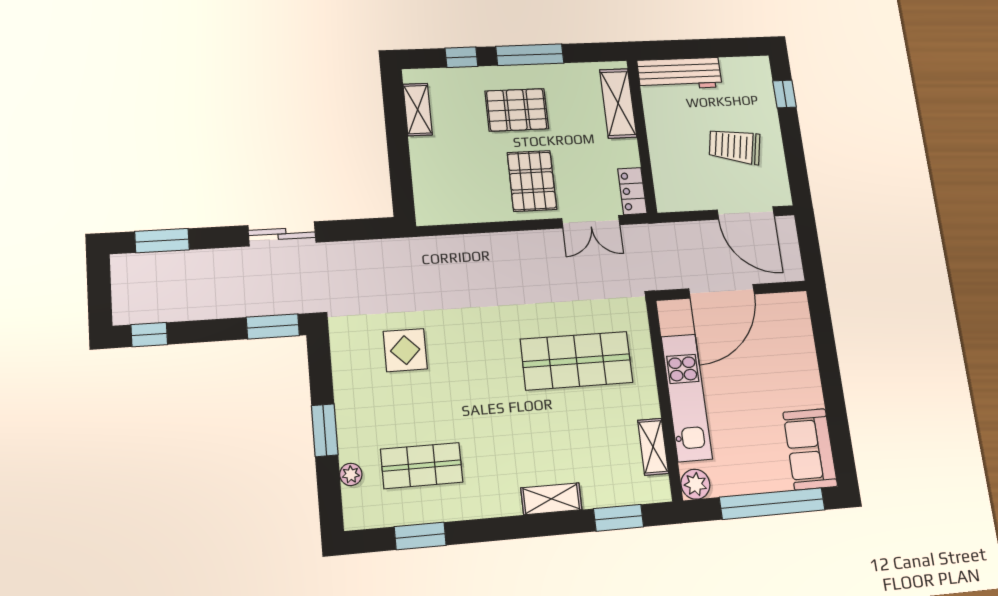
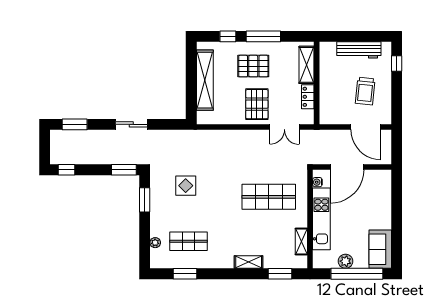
workbench: (679, 74) -> (359, 50), moved
shelving: (418, 110) -> (205, 80), width x2.20, depth x1.33
trolley: (735, 146) -> (365, 91), turned -95
locker: (632, 191) -> (308, 97), moved
water cooler: (669, 325) -> (317, 182), added
window: (325, 430) -> (145, 200), moved
plant: (695, 484) -> (346, 261), moved

